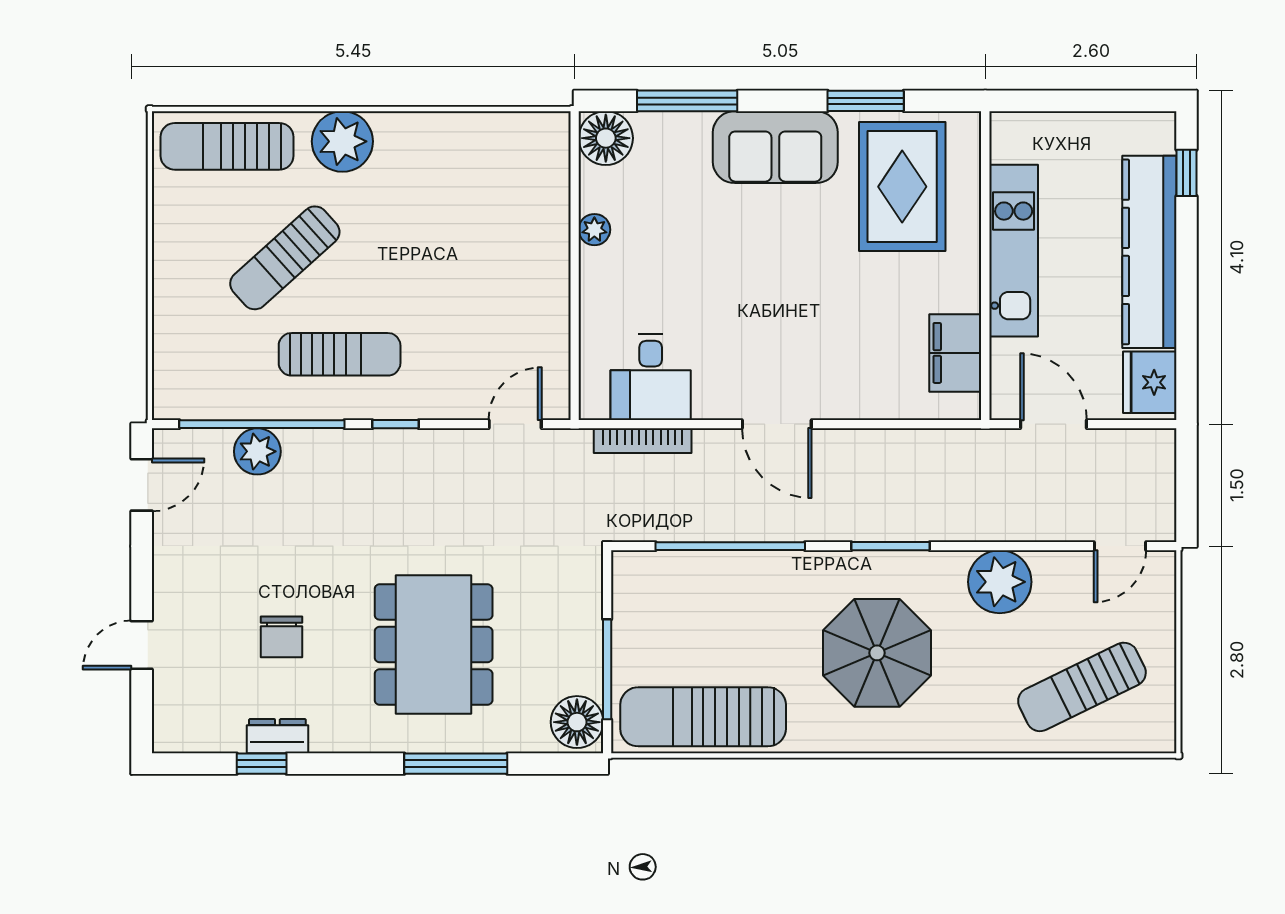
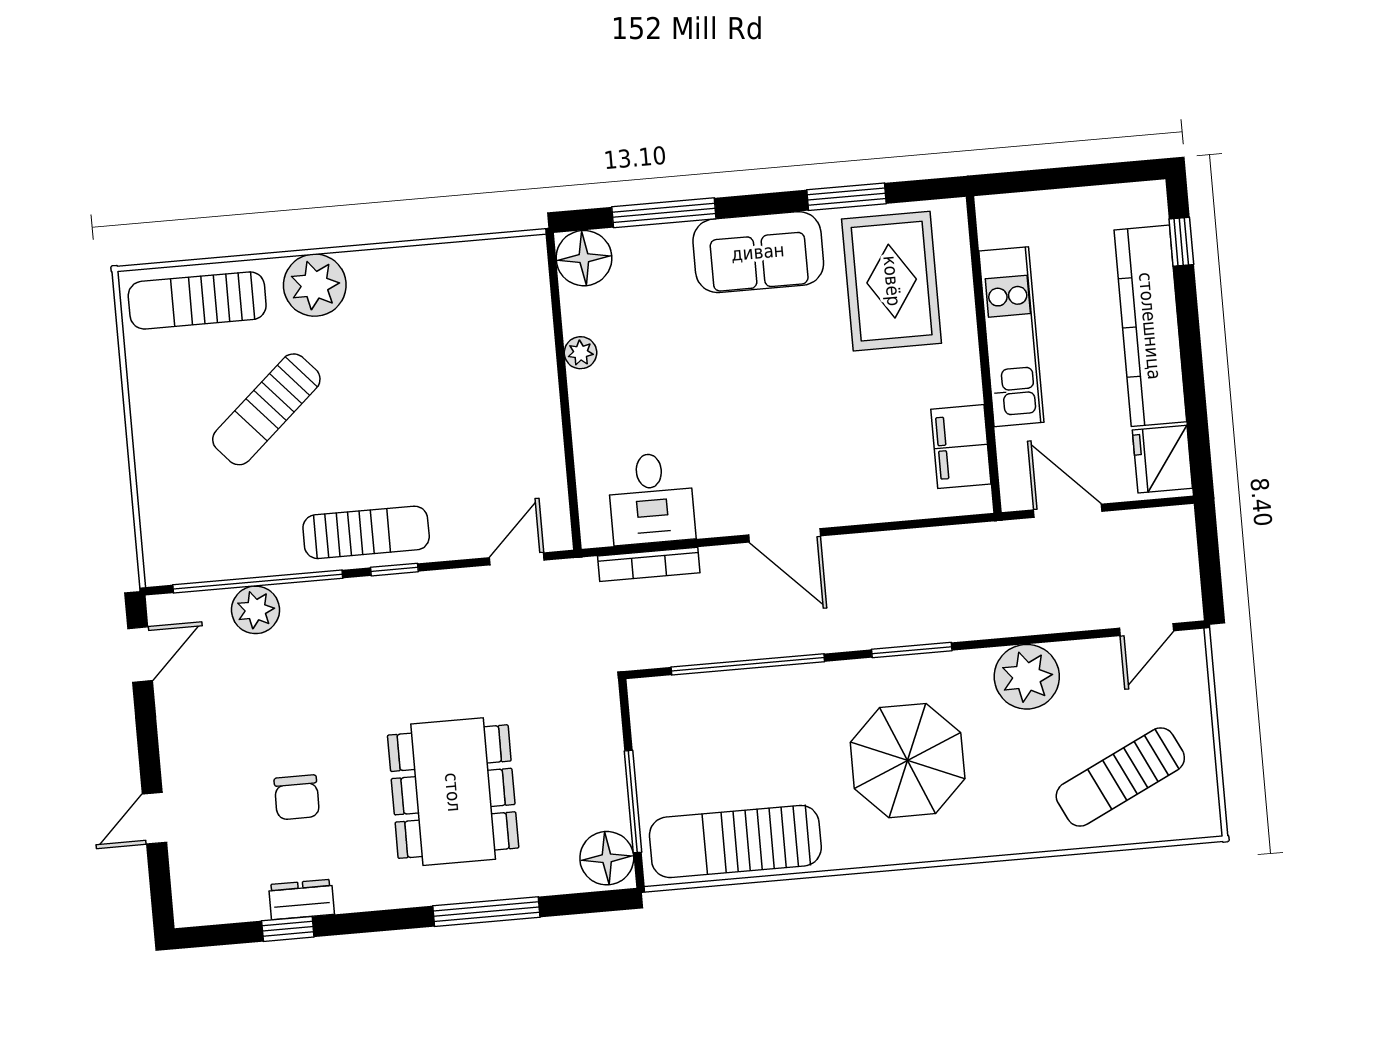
sun lounger: (340, 354) -> (366, 532), moved

